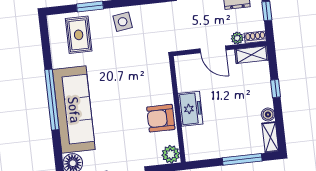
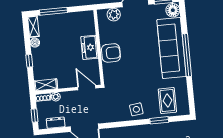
door: (213, 49) -> (87, 88), moved
armchair: (161, 118) -> (111, 53), moved
plant: (171, 154) -> (114, 15), moved

